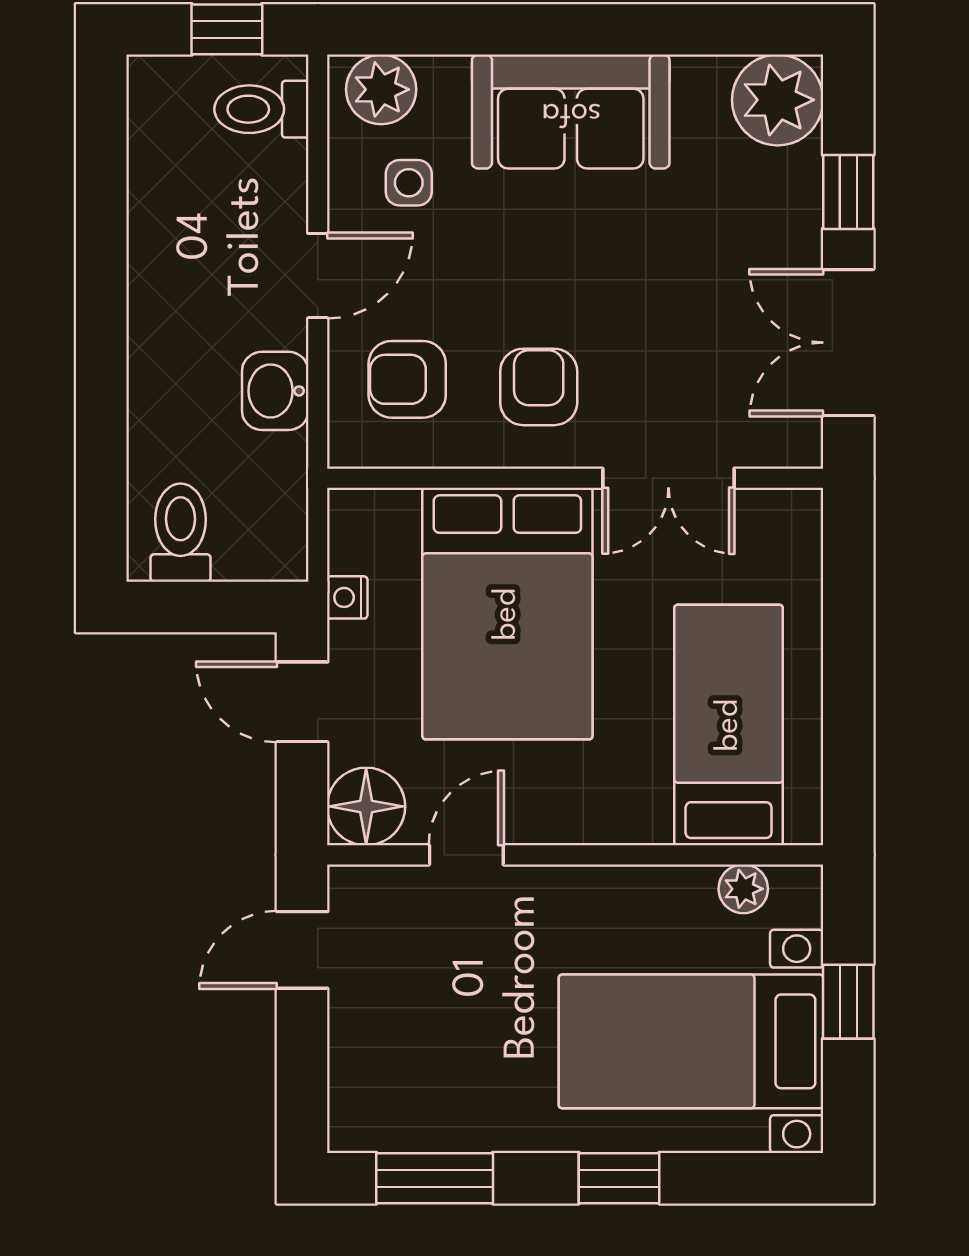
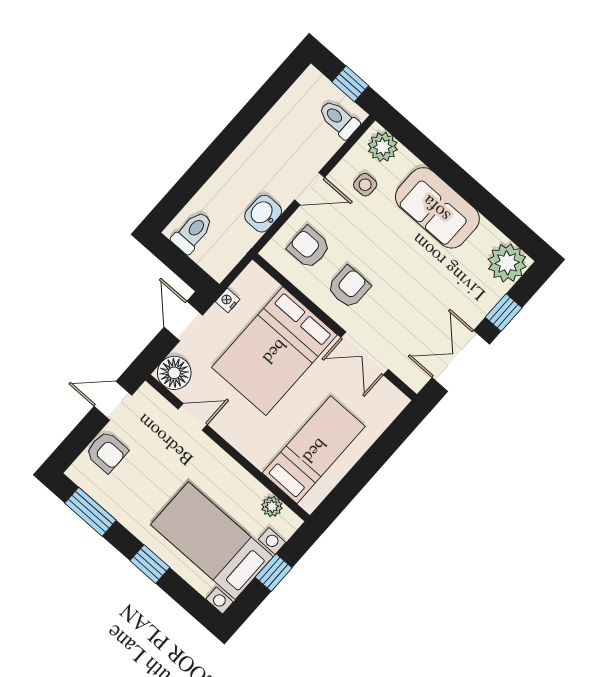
armchair: (370, 1049) -> (107, 452), added

